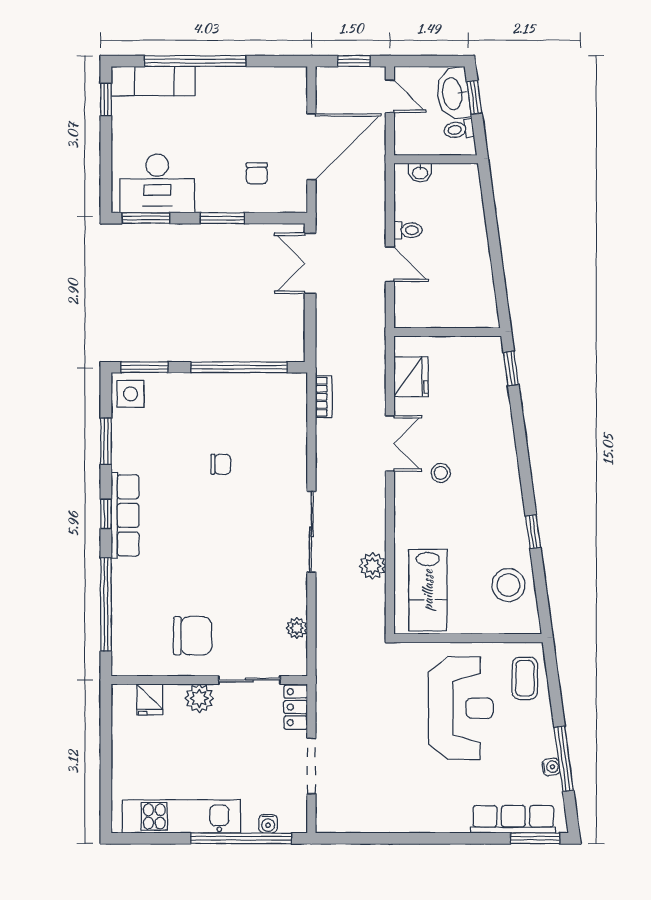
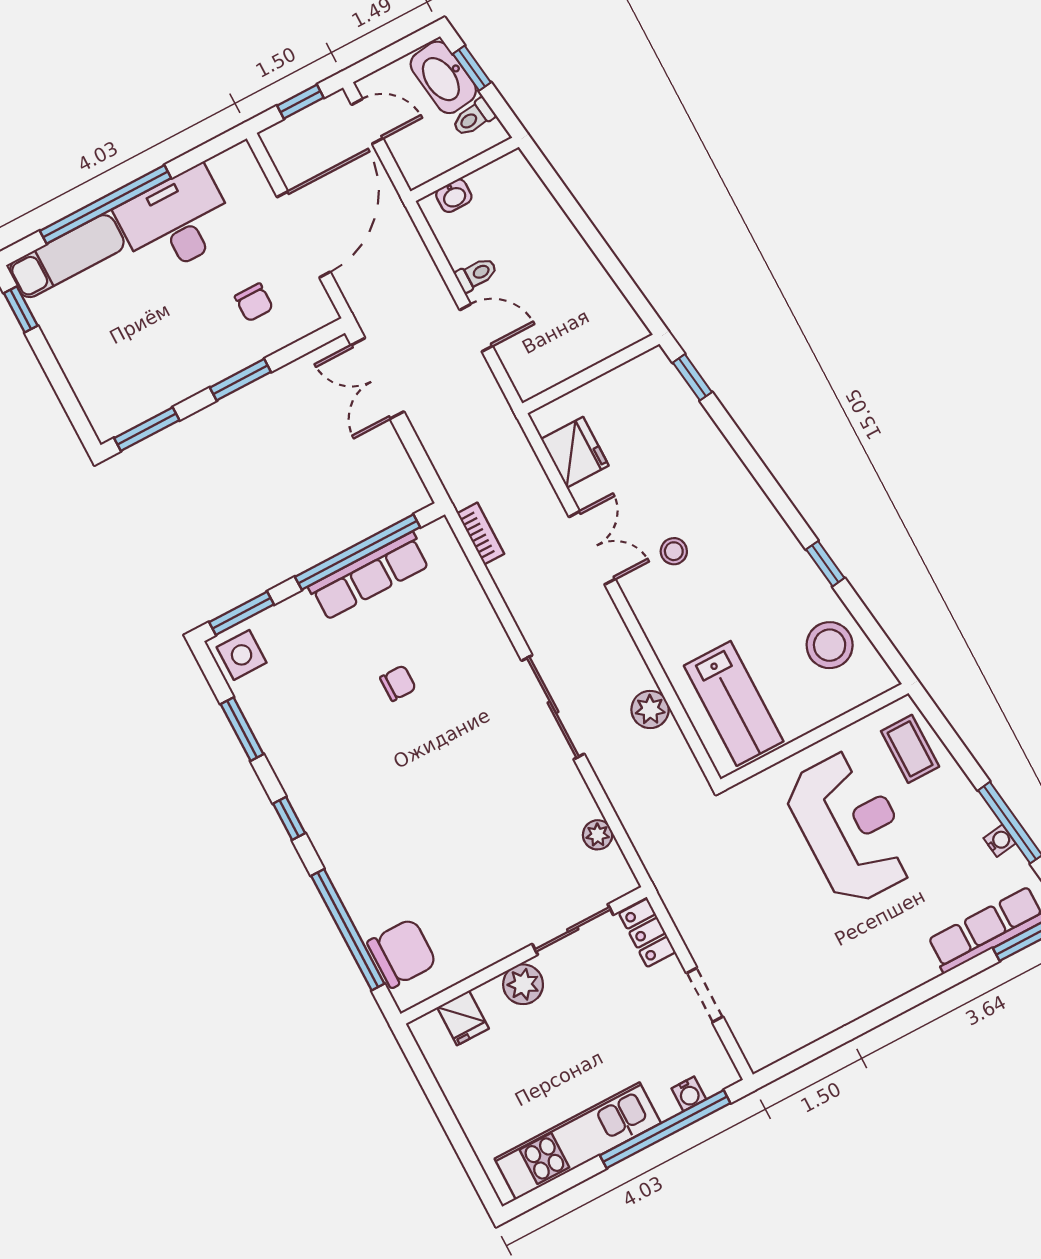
desk: (157, 183) -> (176, 221), moved, turned 180
row of seats: (125, 515) -> (369, 576), moved, turned 90
chair: (193, 636) -> (402, 953), moved
doorway: (311, 766) -> (705, 995), width x0.73

